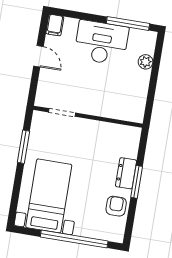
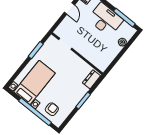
dresser: (126, 173) -> (91, 79), moved
armchair: (116, 206) -> (52, 109), moved

